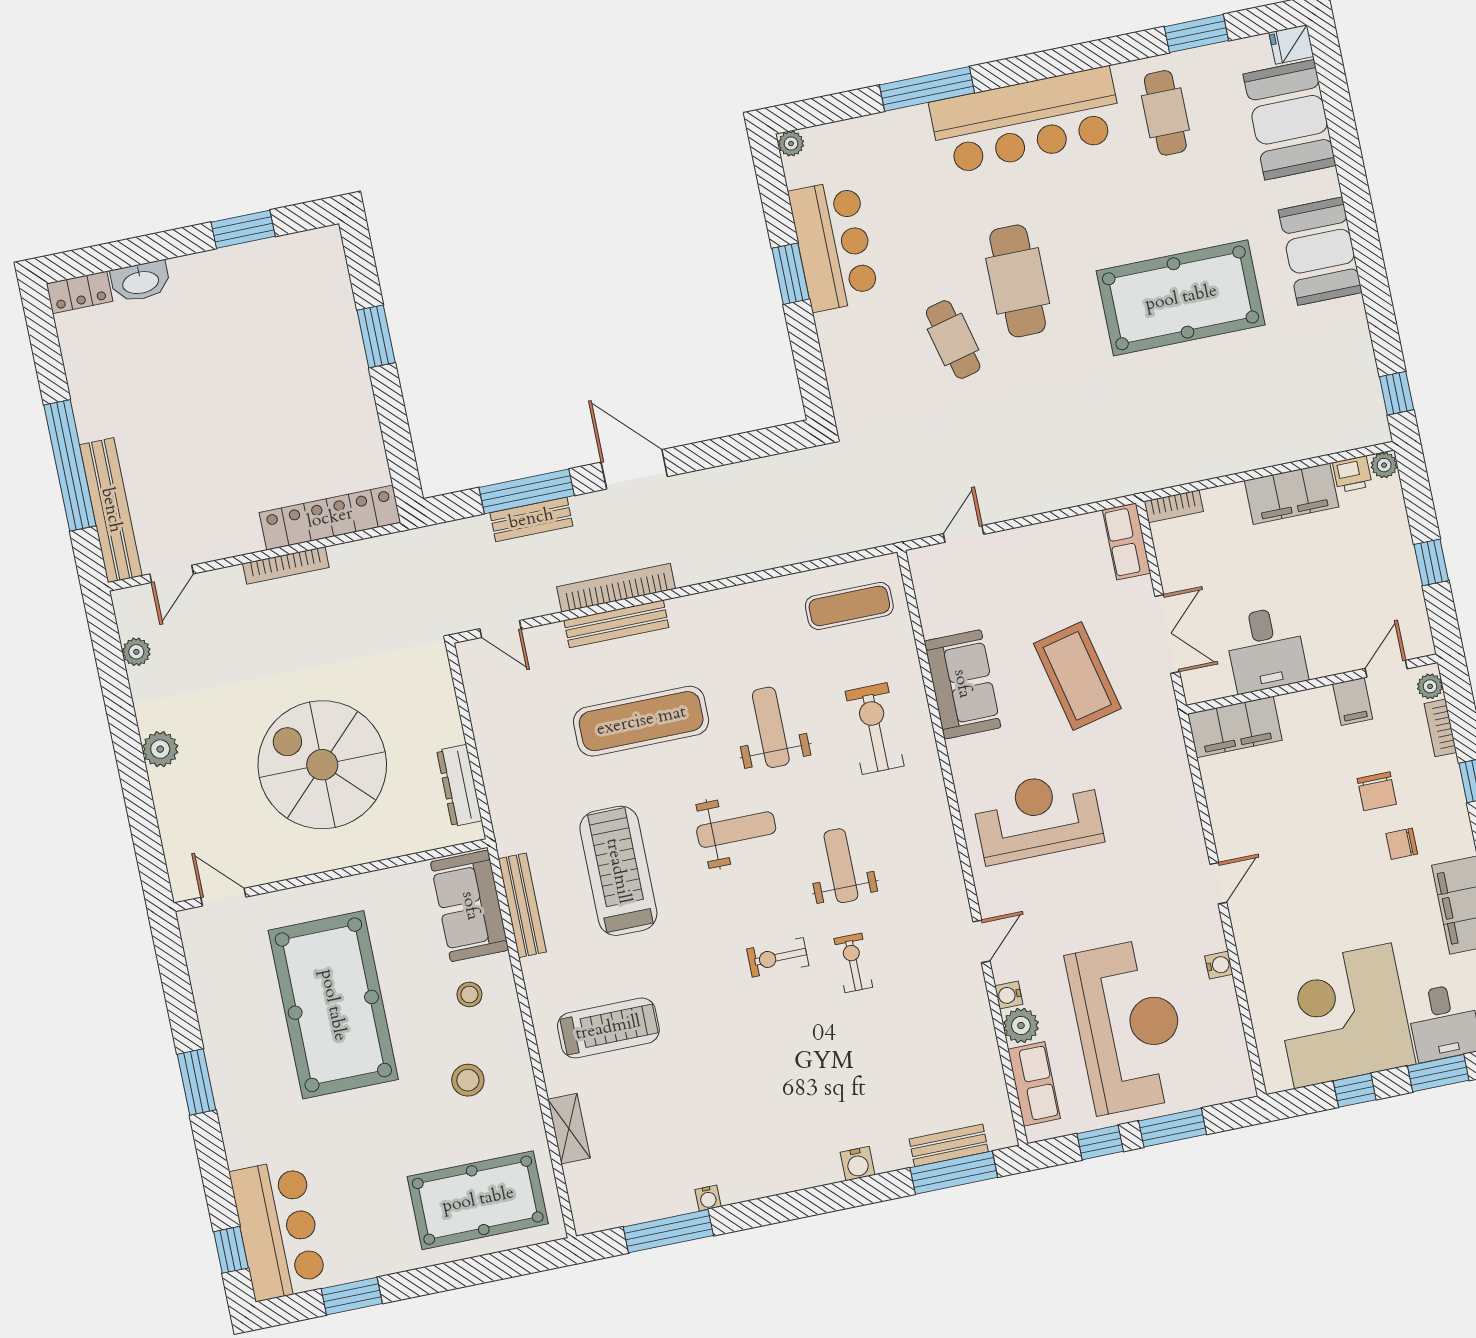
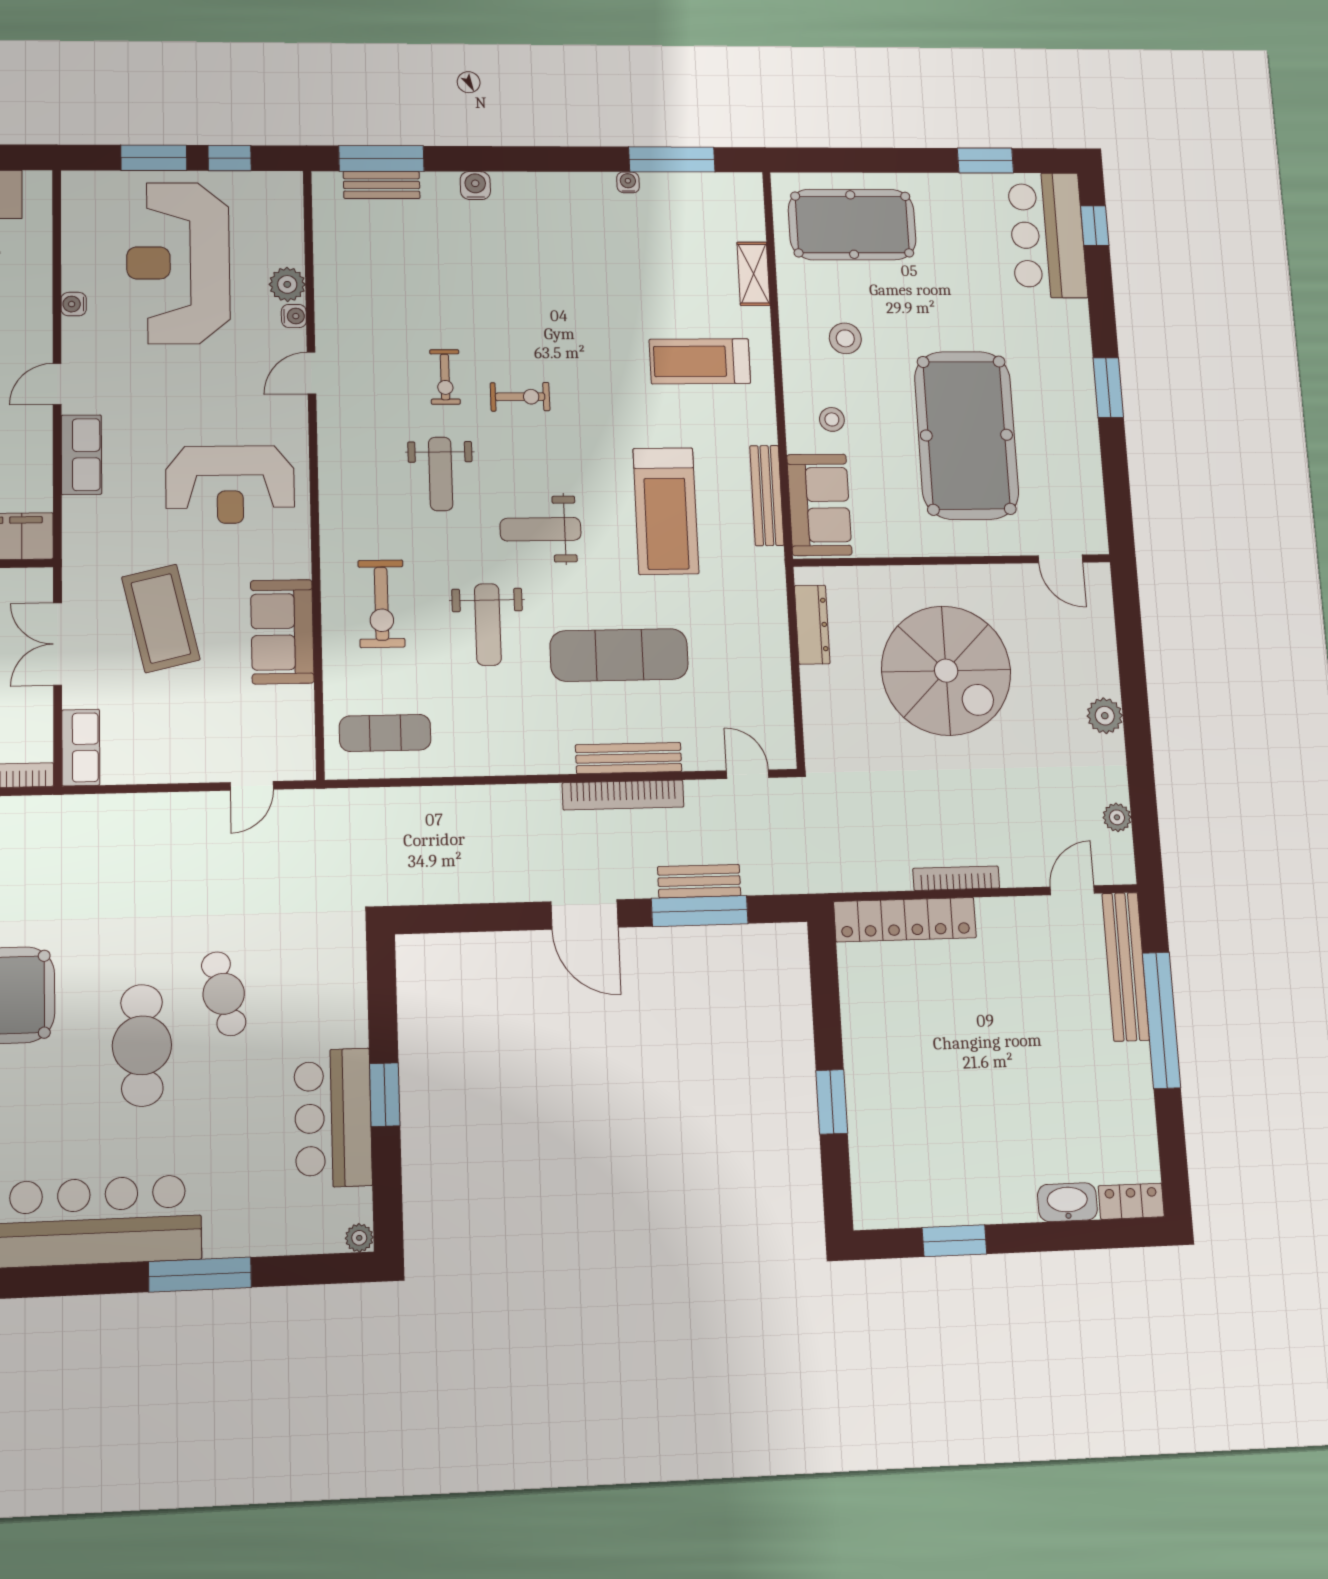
row of seats: (1034, 1084) -> (81, 455), moved, turned 180

